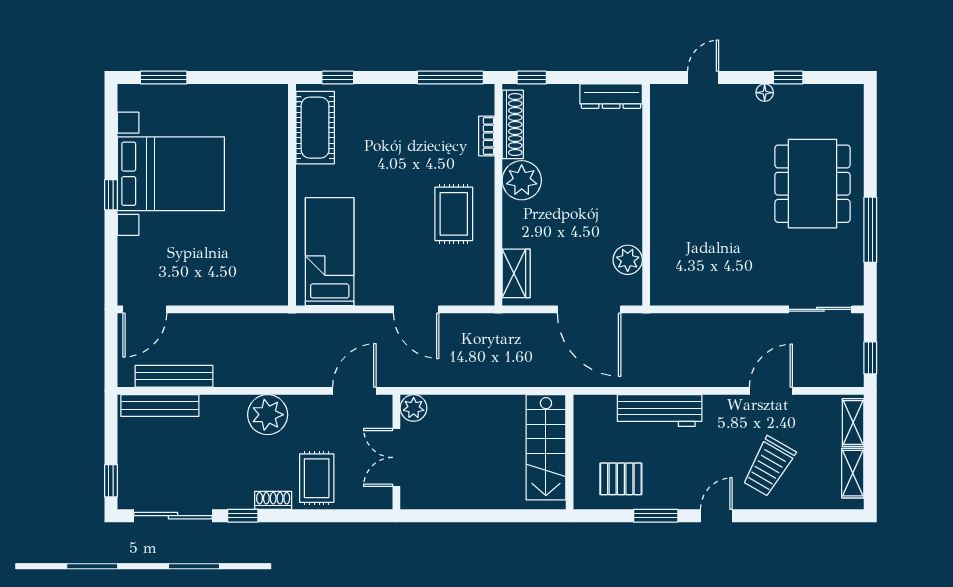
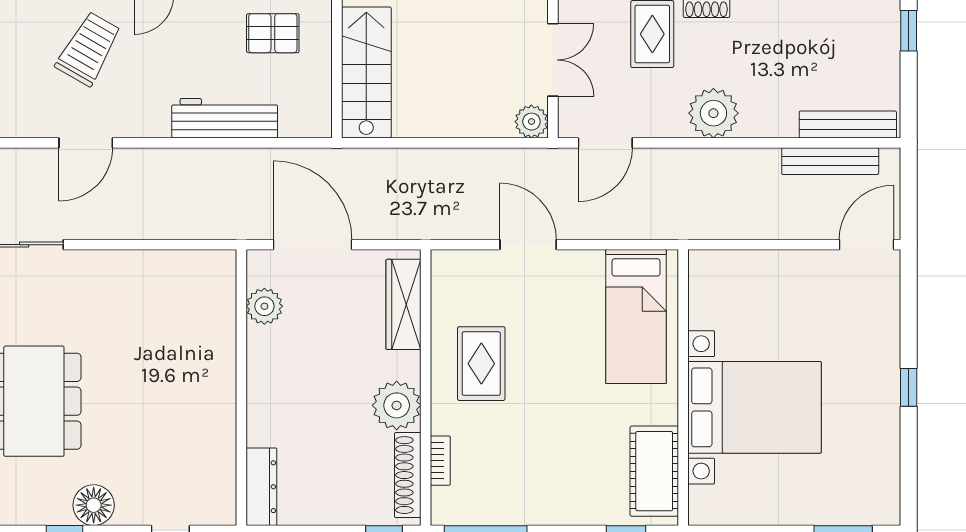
floor lamp: (765, 93) -> (94, 505), width x1.89, depth x1.89
dresser: (611, 96) -> (261, 487), moved, turned 90
bed with nightstands: (171, 174) -> (755, 407), moved, turned 180
wardrobe: (516, 273) -> (403, 304), width x1.50

